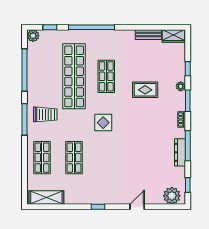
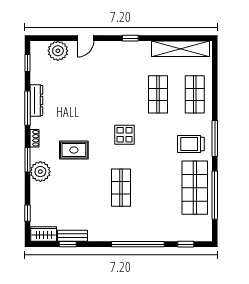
window: (153, 27) -> (68, 244), added
plant: (33, 36) -> (205, 234), removed
window: (188, 69) -> (28, 213), moved
shop shelf: (74, 76) -> (195, 188), moved, width x0.71
plant: (181, 86) -> (40, 172), width x1.87, depth x1.87
rug: (145, 90) -> (74, 150), moved
plant: (172, 196) -> (58, 51), moved
shelving: (46, 198) -> (180, 49), width x1.47

